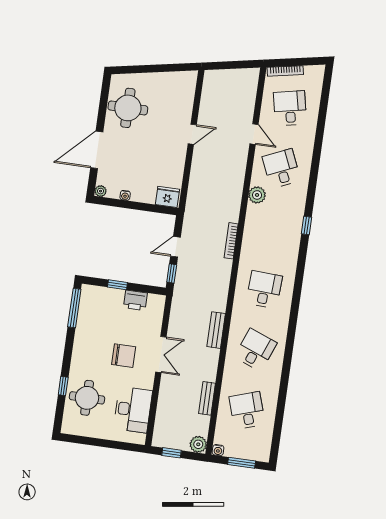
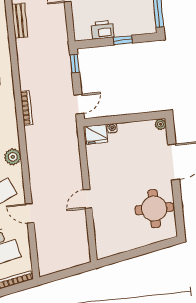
water cooler: (125, 195) -> (112, 128), moved
door: (175, 247) -> (79, 104), moved

